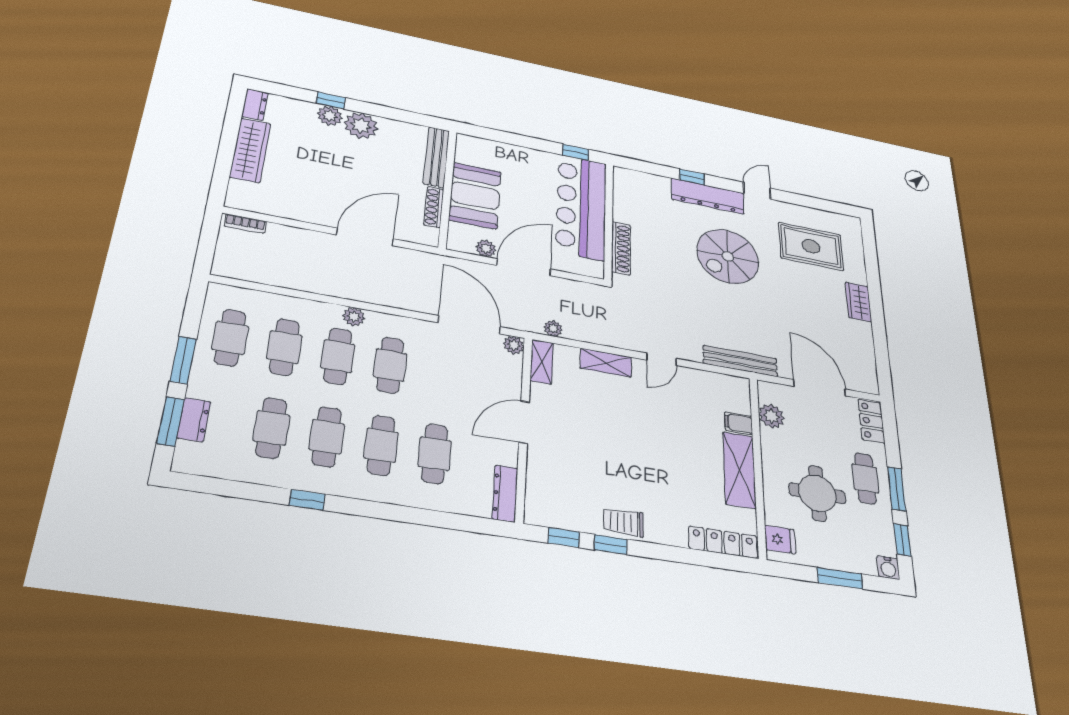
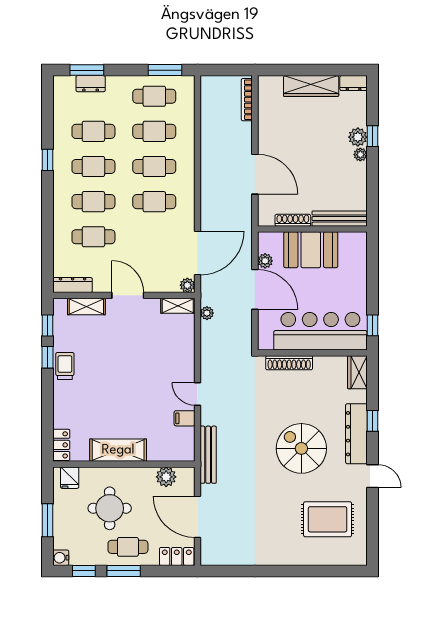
plant: (361, 126) -> (360, 155), width x0.53, depth x0.53
bookcase: (245, 224) -> (247, 100), width x1.56
rug: (811, 246) -> (328, 519), turned 90
wardrobe: (858, 302) -> (357, 372), moved, turned -90
plant: (354, 317) -> (187, 174), removed
window: (183, 360) -> (165, 70), moved
shelving: (606, 363) -> (86, 307), moved, turned 90
door: (820, 388) -> (197, 517), swing flipped
filing cabinet: (739, 423) -> (185, 418), moved, turned -90
locker: (723, 542) -> (61, 445), width x0.66

